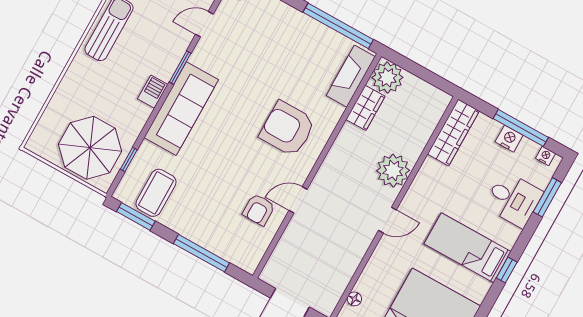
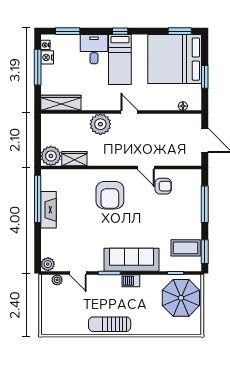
fireplace: (351, 76) -> (48, 210), moved, turned -90
nightstand: (509, 139) -> (47, 57), moved
desk: (513, 199) -> (94, 49), moved

